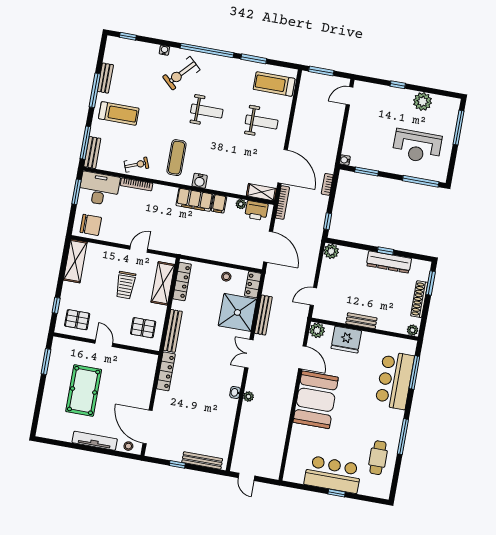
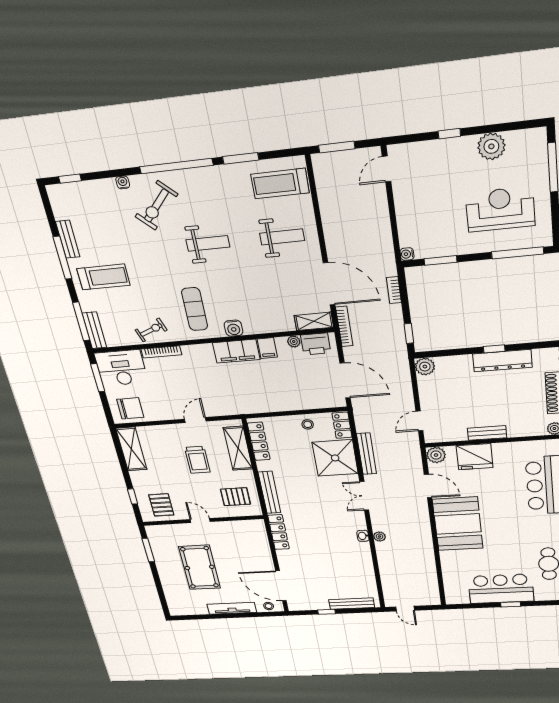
reception desk: (417, 146) -> (500, 209), turned 180
pallet: (77, 320) -> (161, 505), turned 90

